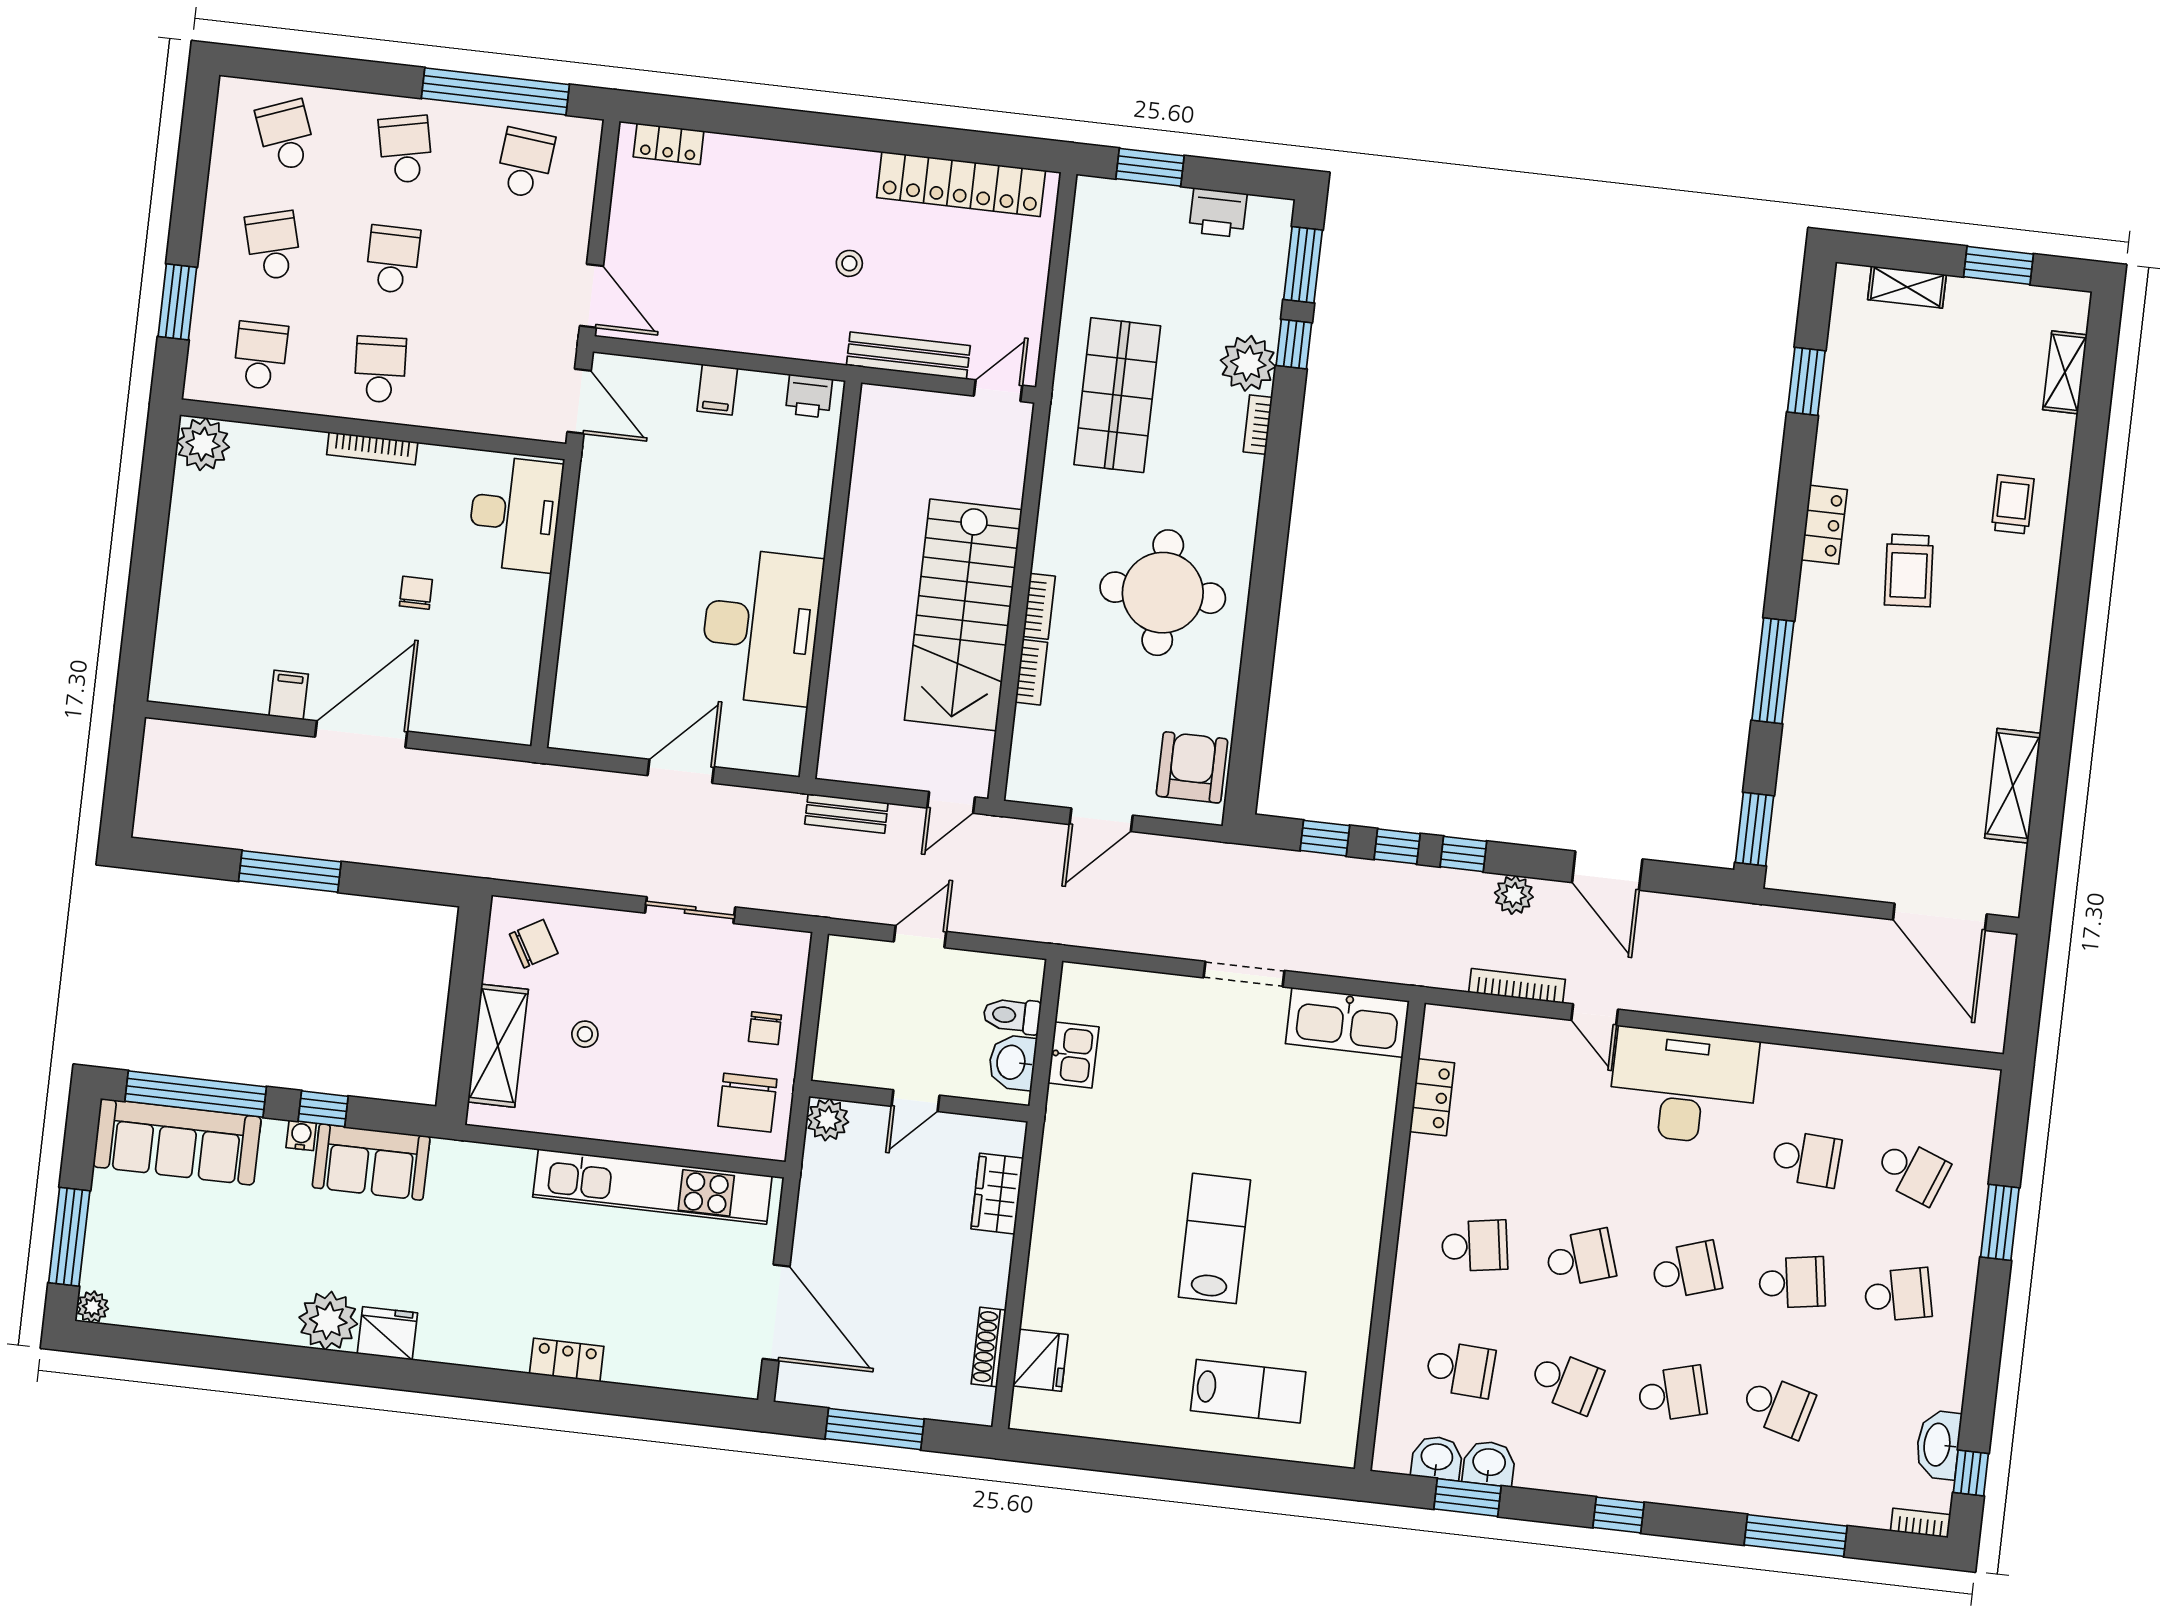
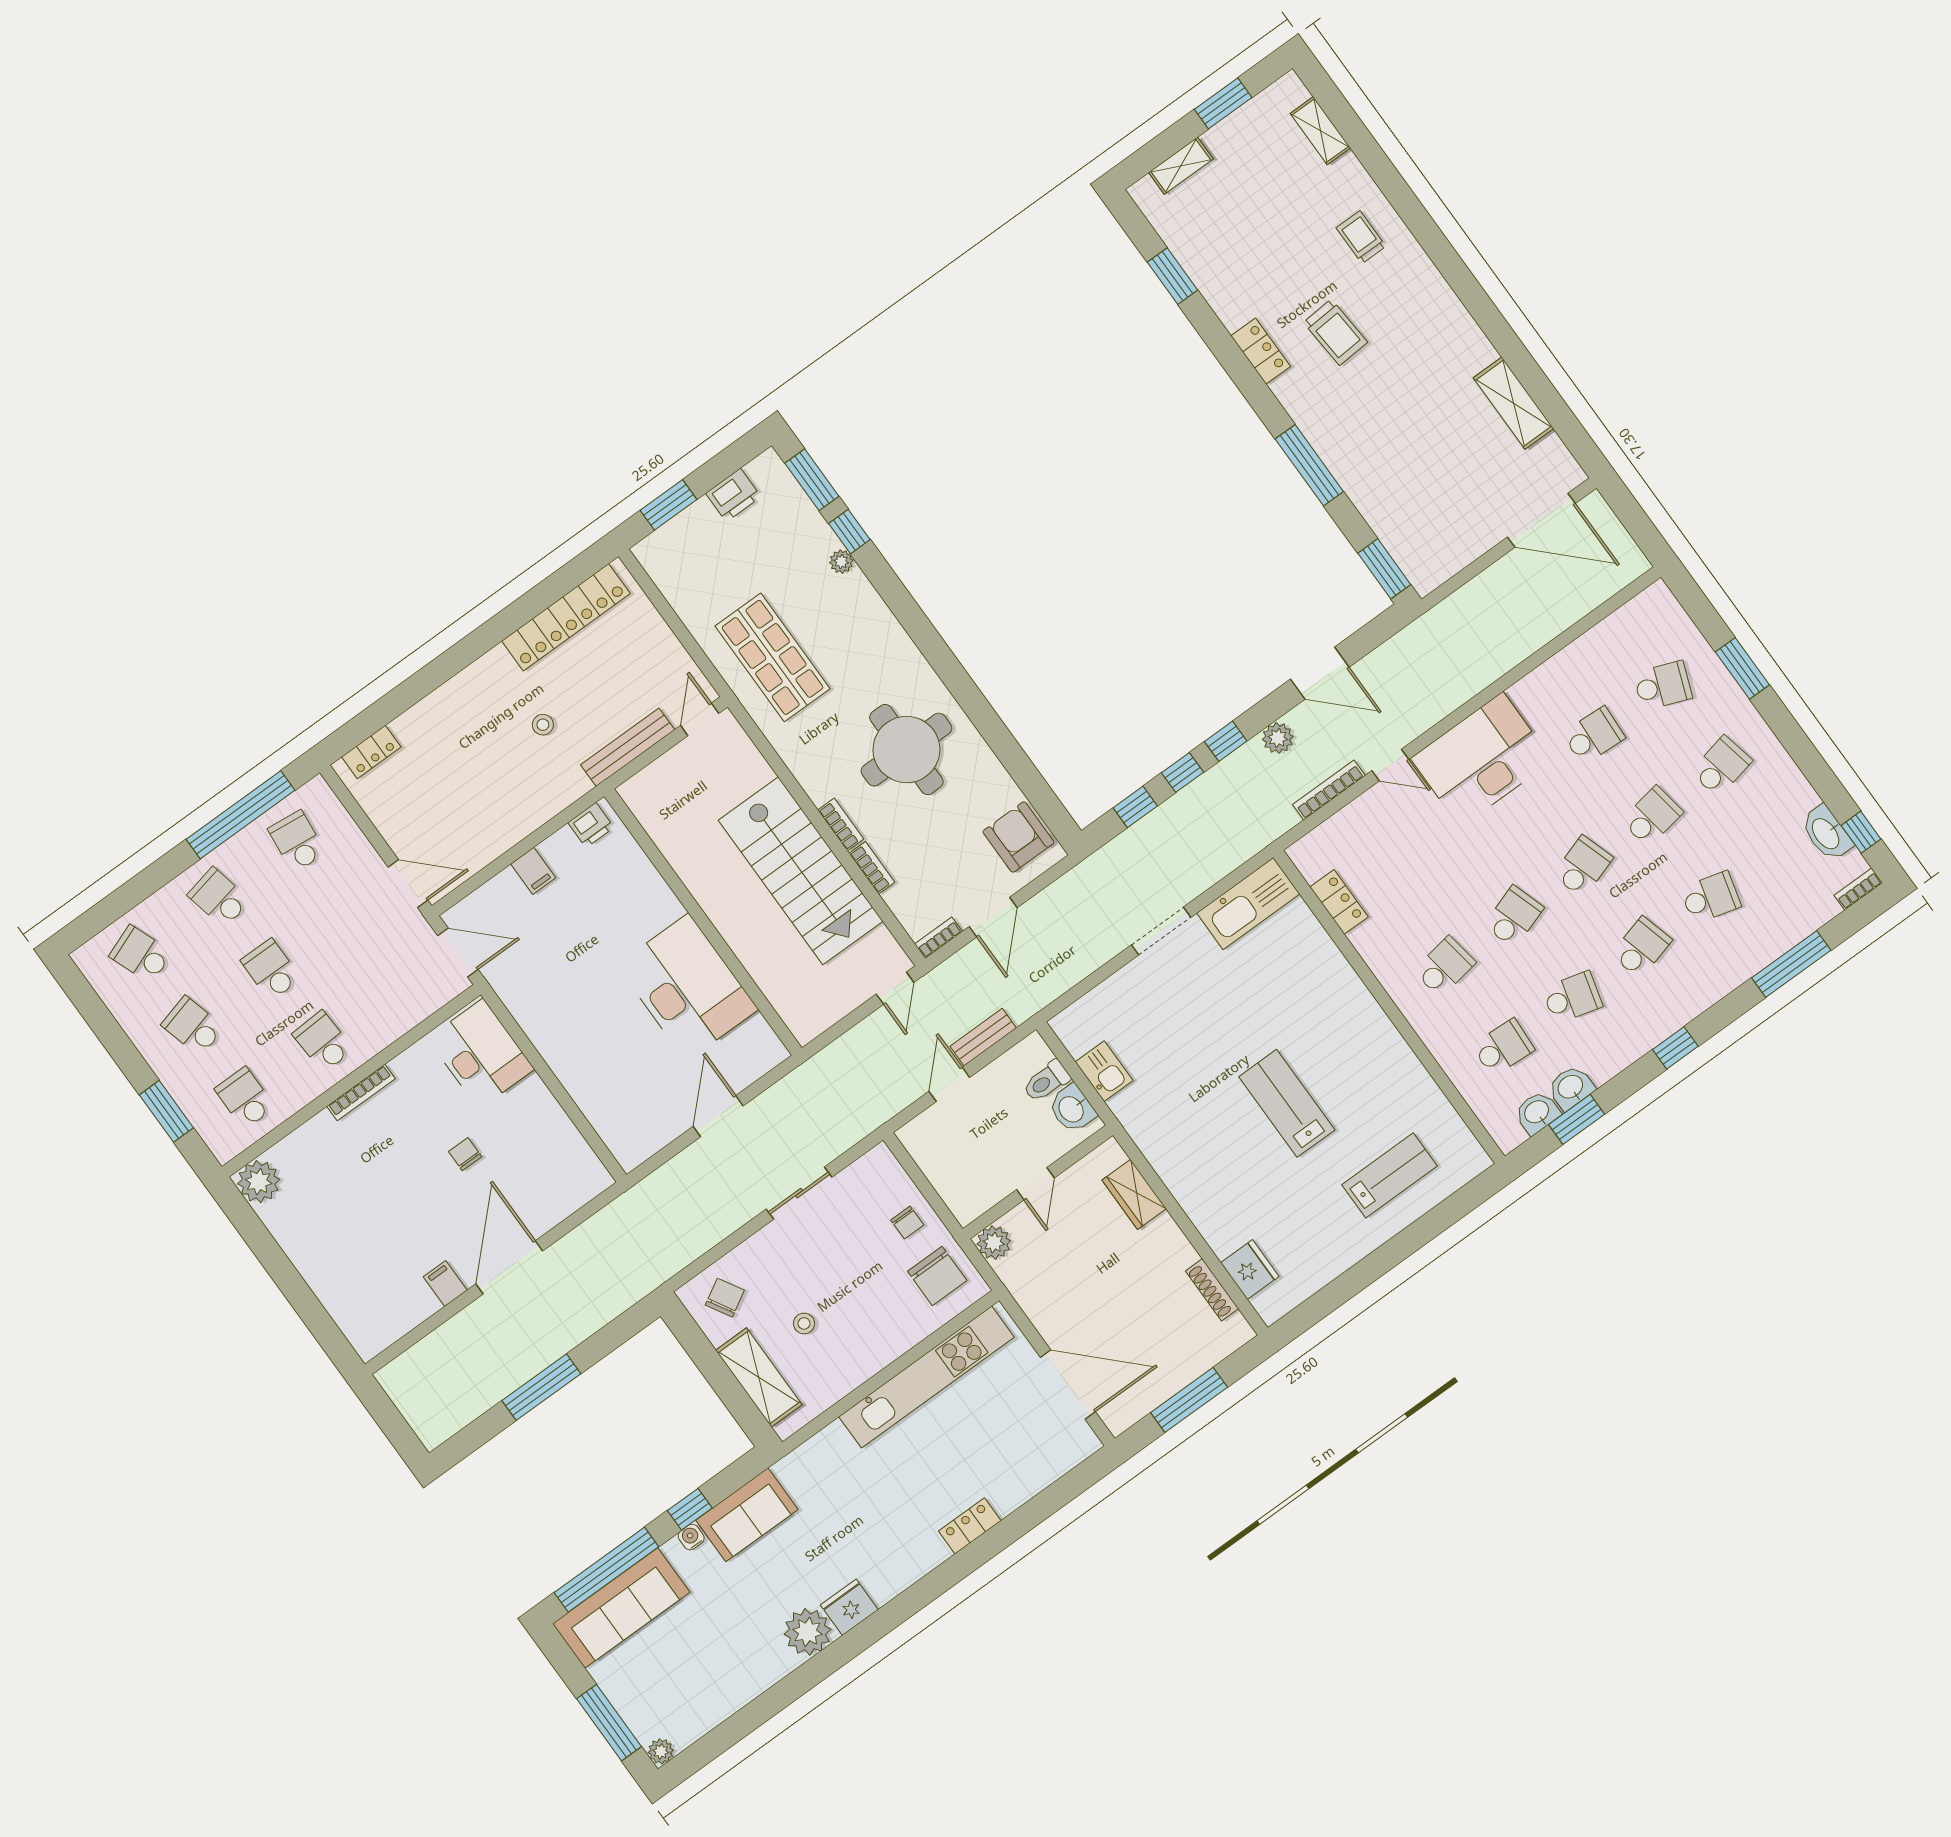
plant: (1248, 363) -> (841, 562), width x0.53, depth x0.53
bookcase: (1258, 425) -> (938, 938), moved, turned 90
bench: (846, 813) -> (983, 1037), moved

